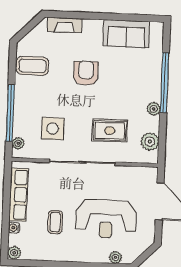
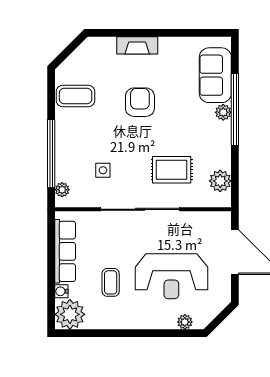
fireplace: (65, 25) -> (137, 45), moved
sofa: (126, 34) -> (215, 75), moved, turned 90
plant: (154, 109) -> (223, 112), moved
side table: (53, 129) -> (103, 170), width x0.54, depth x0.54
plant: (14, 253) -> (70, 314), width x1.87, depth x1.87

